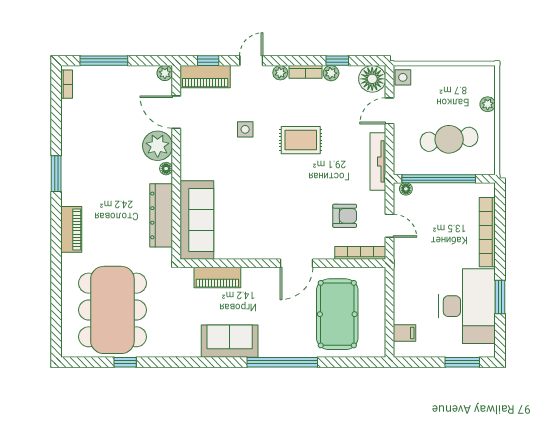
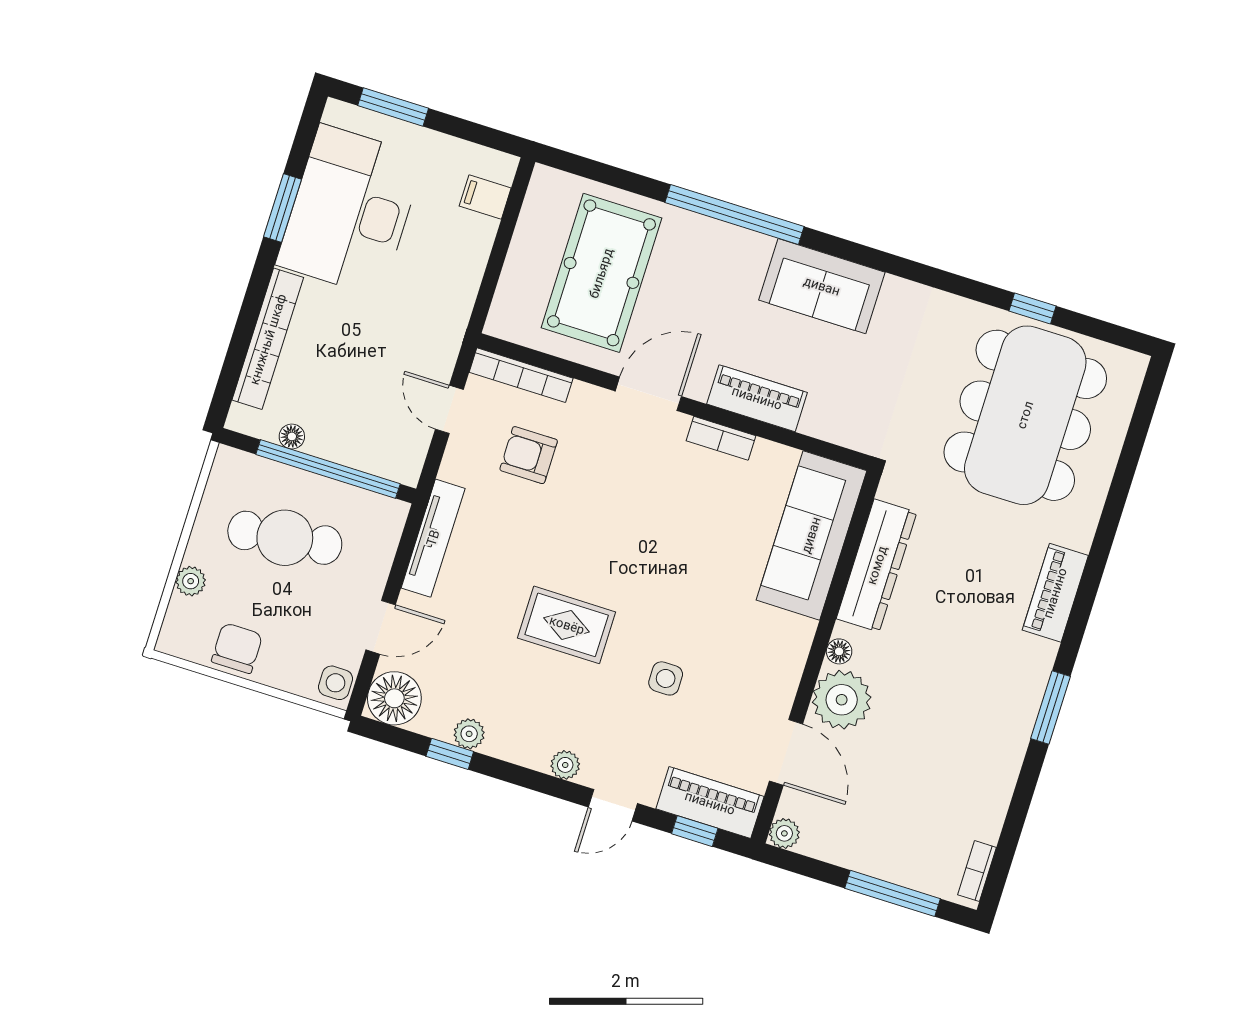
bookcase: (305, 72) -> (721, 438), moved, turned 180
chair: (455, 79) -> (237, 648), added
floor lamp: (406, 189) -> (292, 436), moved
piano: (217, 278) -> (757, 398), moved

